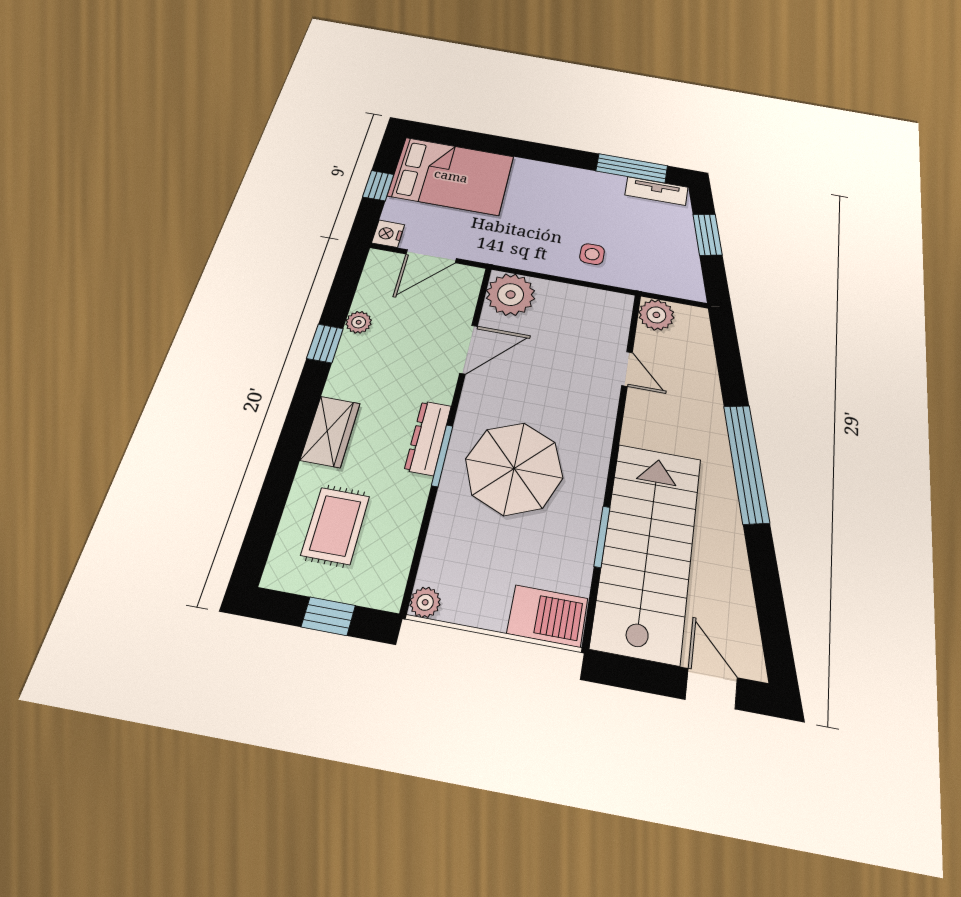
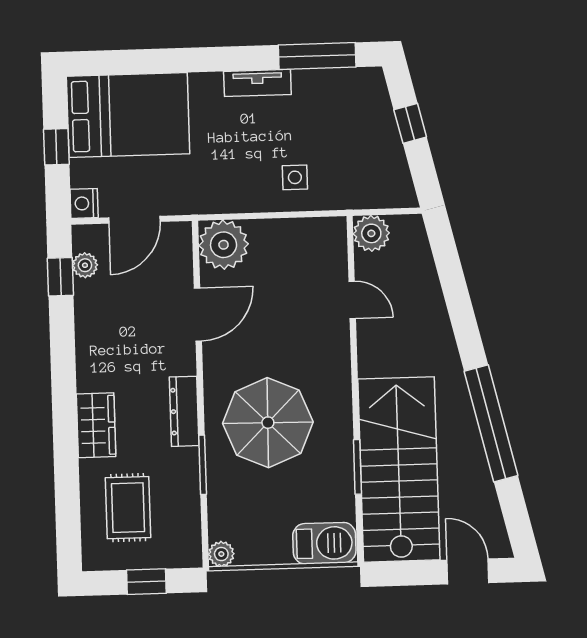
tv unit: (656, 191) -> (257, 83), moved
window: (707, 235) -> (410, 123), width x0.67
plant: (359, 322) -> (85, 265), moved
window: (325, 343) -> (60, 277), moved
window: (442, 455) -> (203, 465), moved
window: (746, 463) -> (491, 423), moved

